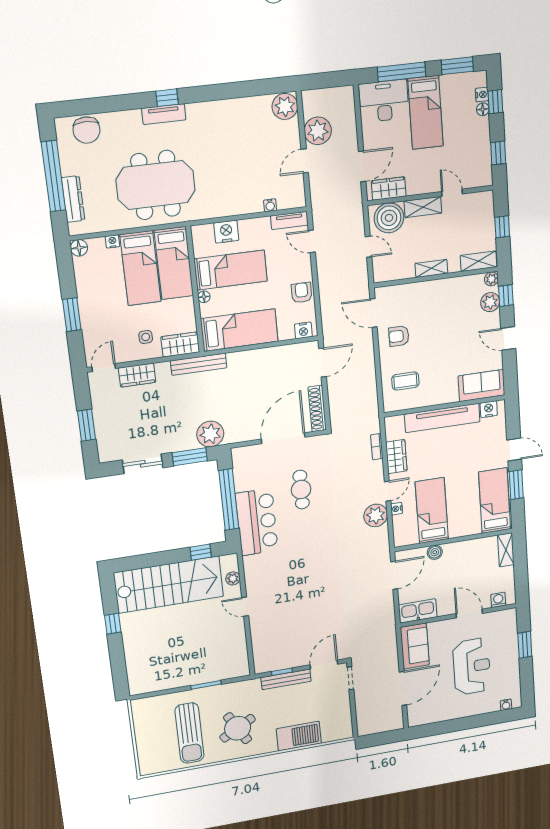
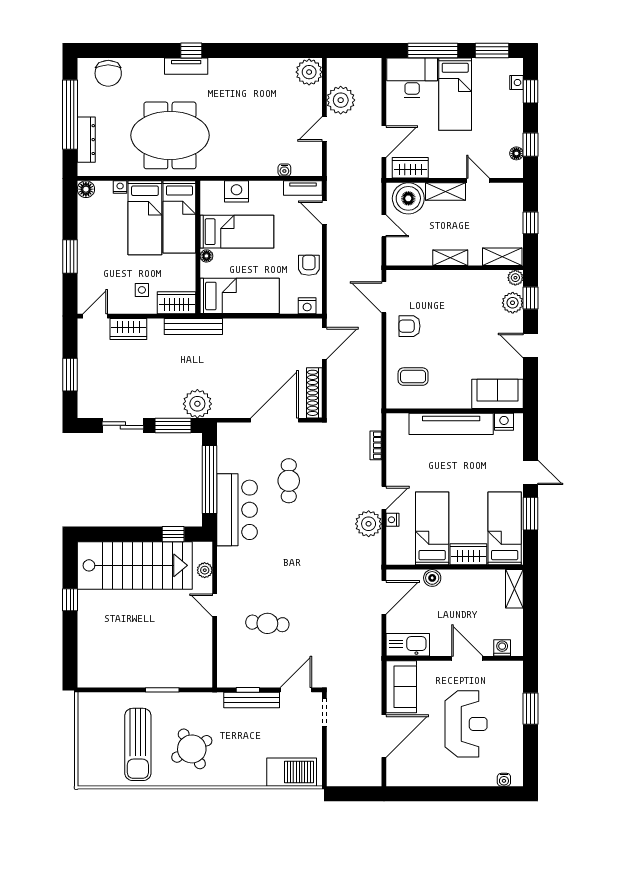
floor lamp: (483, 109) -> (516, 153), moved
wardrobe: (396, 457) -> (468, 554), moved, turned -90
cafe table: (294, 614) -> (267, 623), added
barbecue: (299, 736) -> (292, 772), moved

